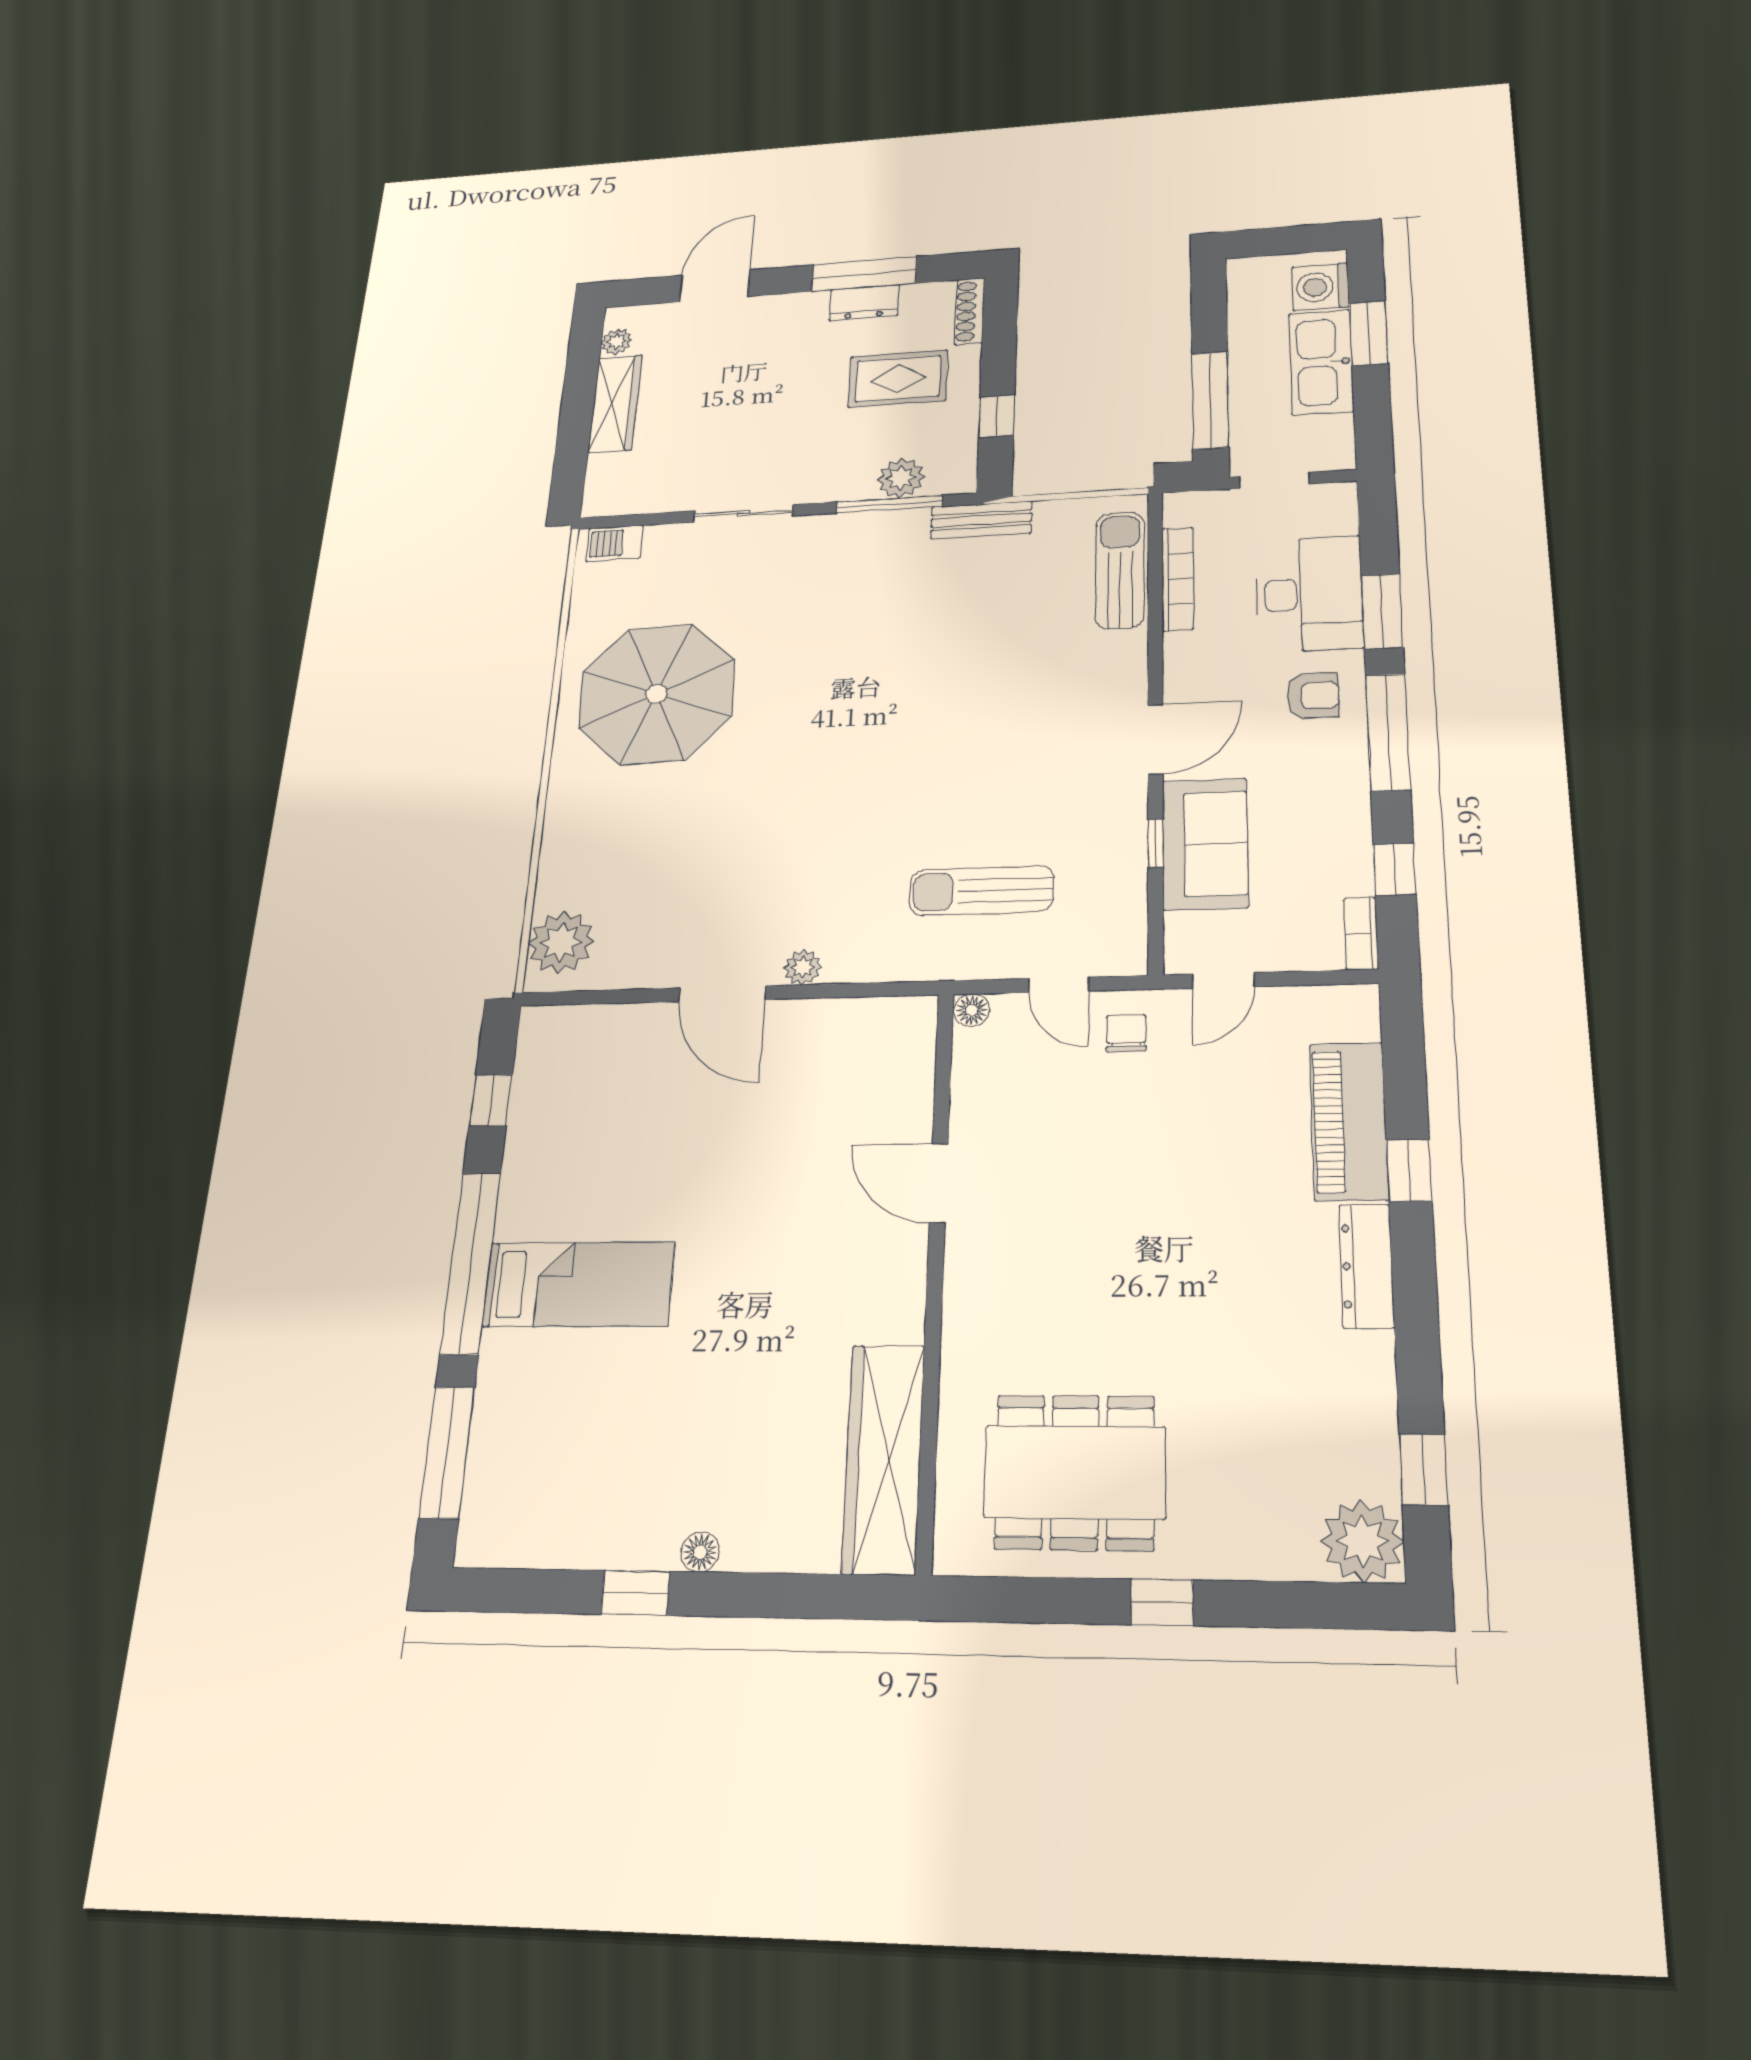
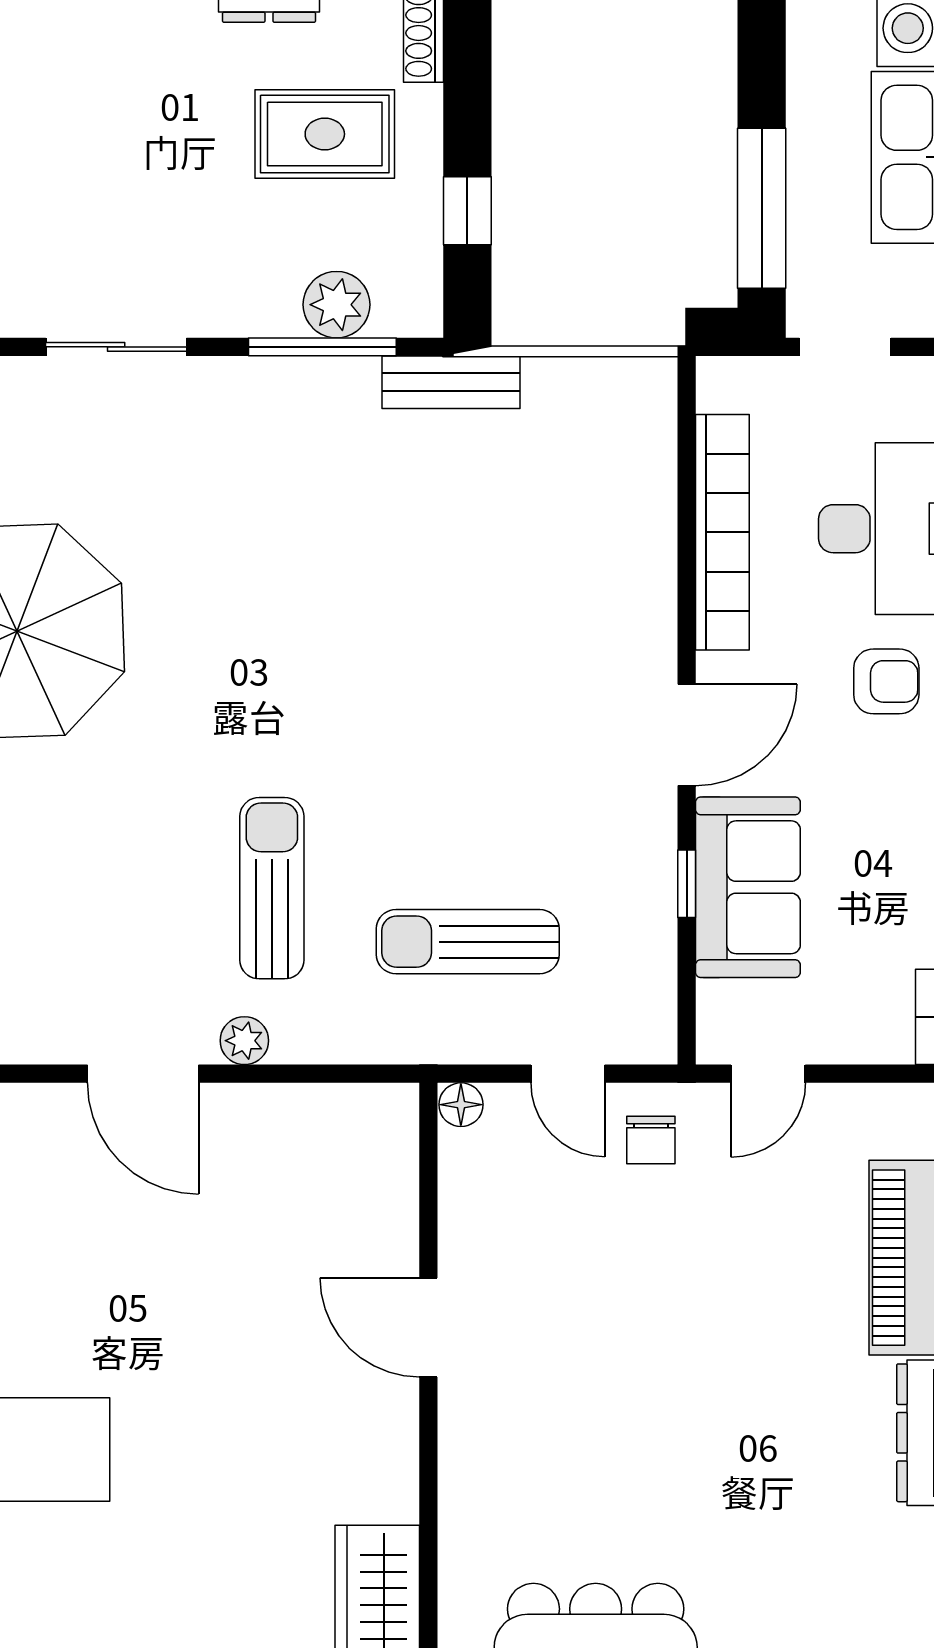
sun lounger: (1120, 570) -> (272, 888), moved
bookcase: (1178, 579) -> (722, 532), width x1.48, depth x1.31
chair: (1126, 1033) -> (651, 1140), turned 180

